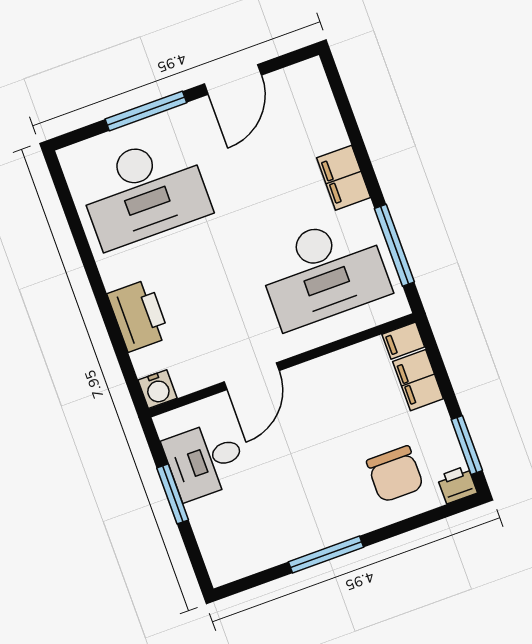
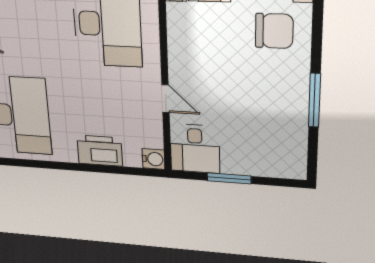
door: (252, 376) -> (166, 99), width x0.73
desk: (205, 460) -> (195, 149), moved

